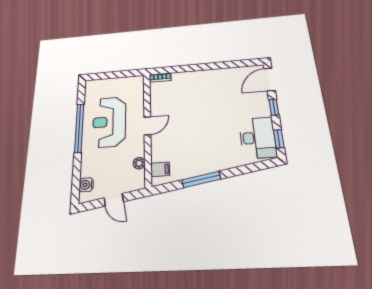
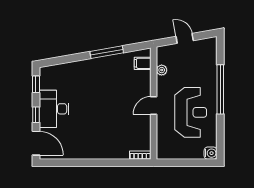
door: (270, 79) -> (36, 143), hinge flipped
window: (79, 128) -> (220, 89), moved
desk: (258, 138) -> (54, 109), moved
water cooler: (86, 185) -> (211, 153), moved

